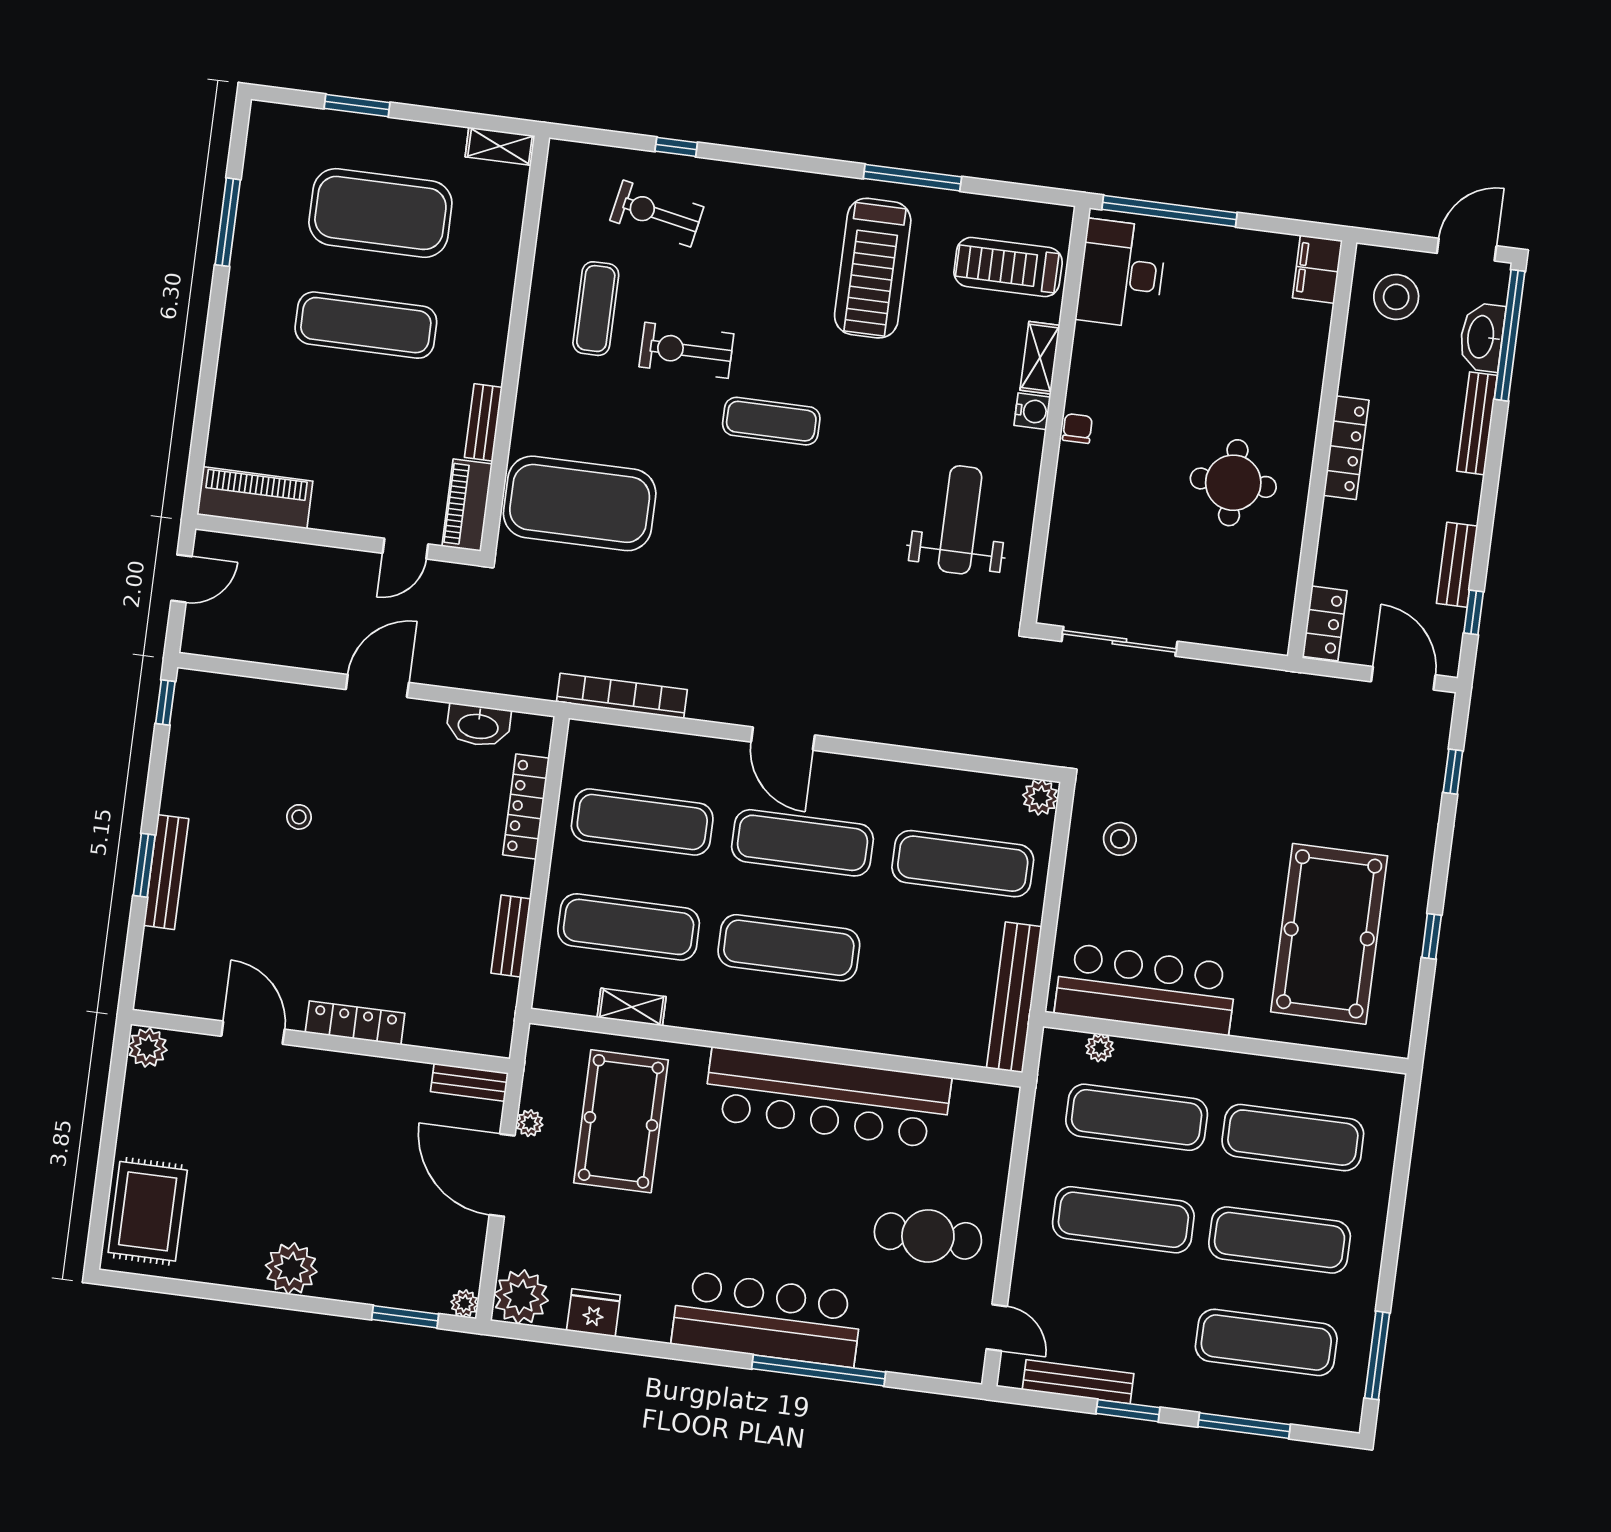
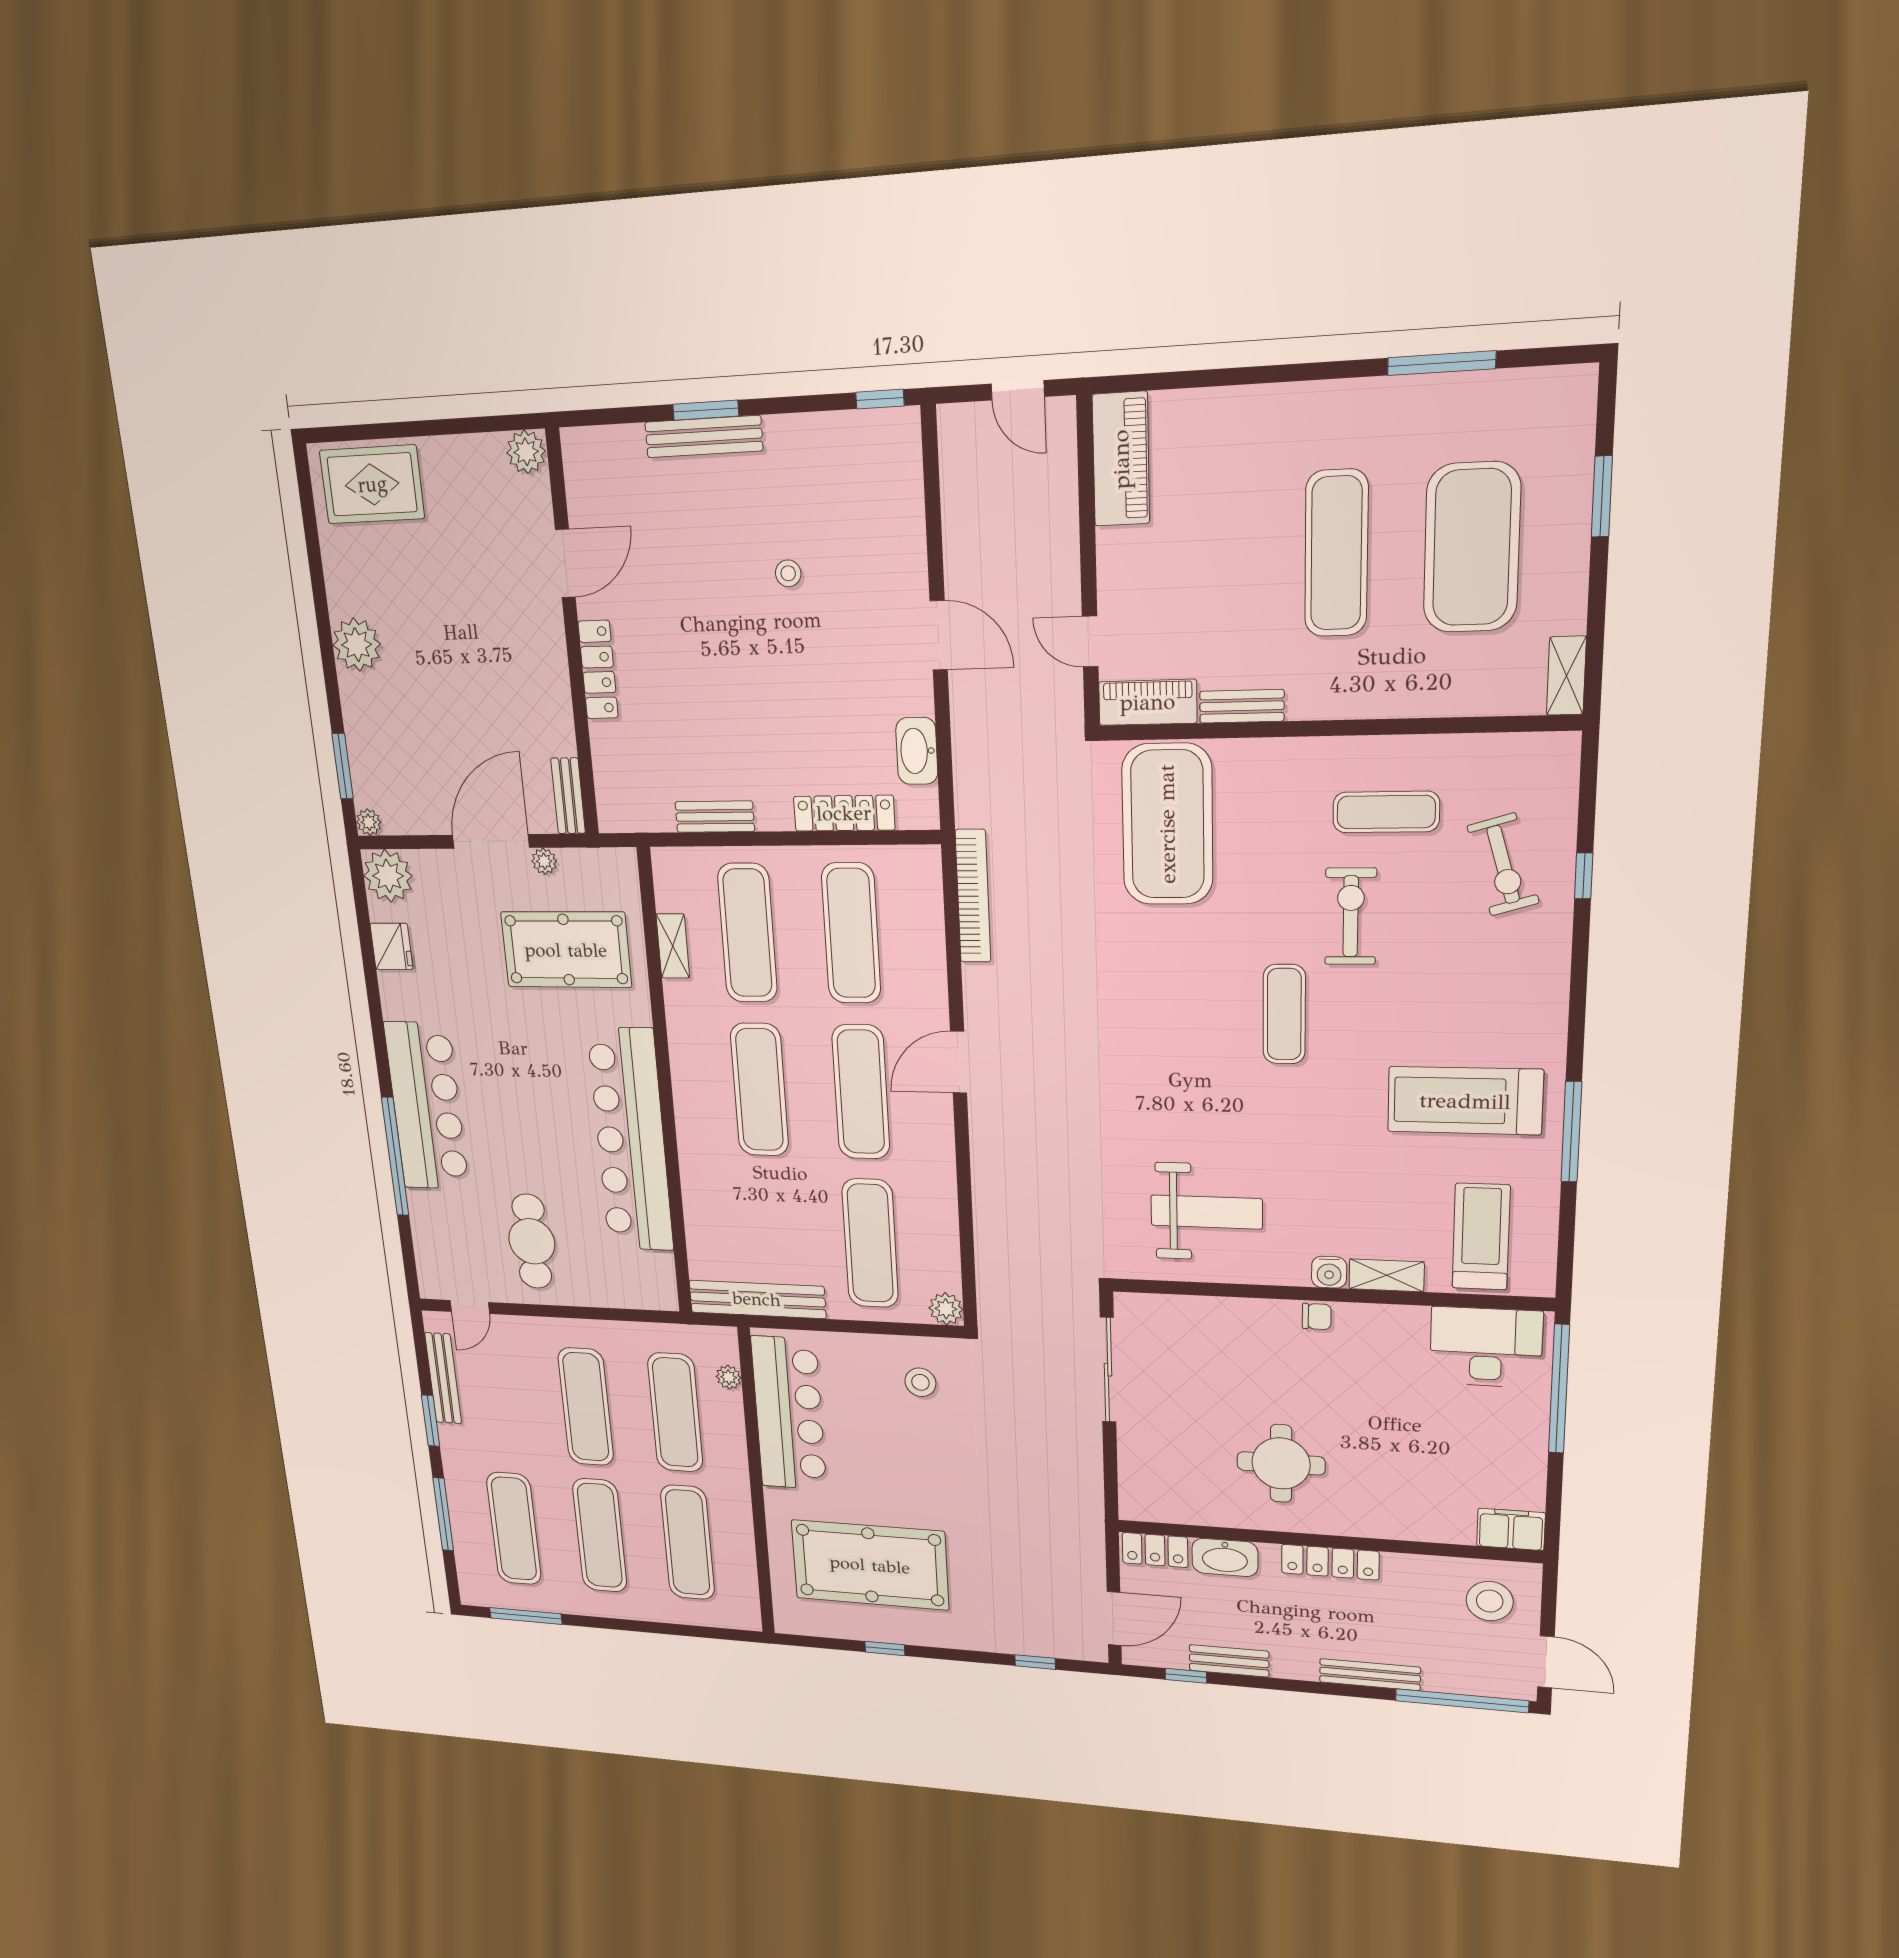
exercise bike: (657, 214) -> (1503, 865), turned 153
washbasin: (1482, 337) -> (1225, 1557), moved, turned 180

